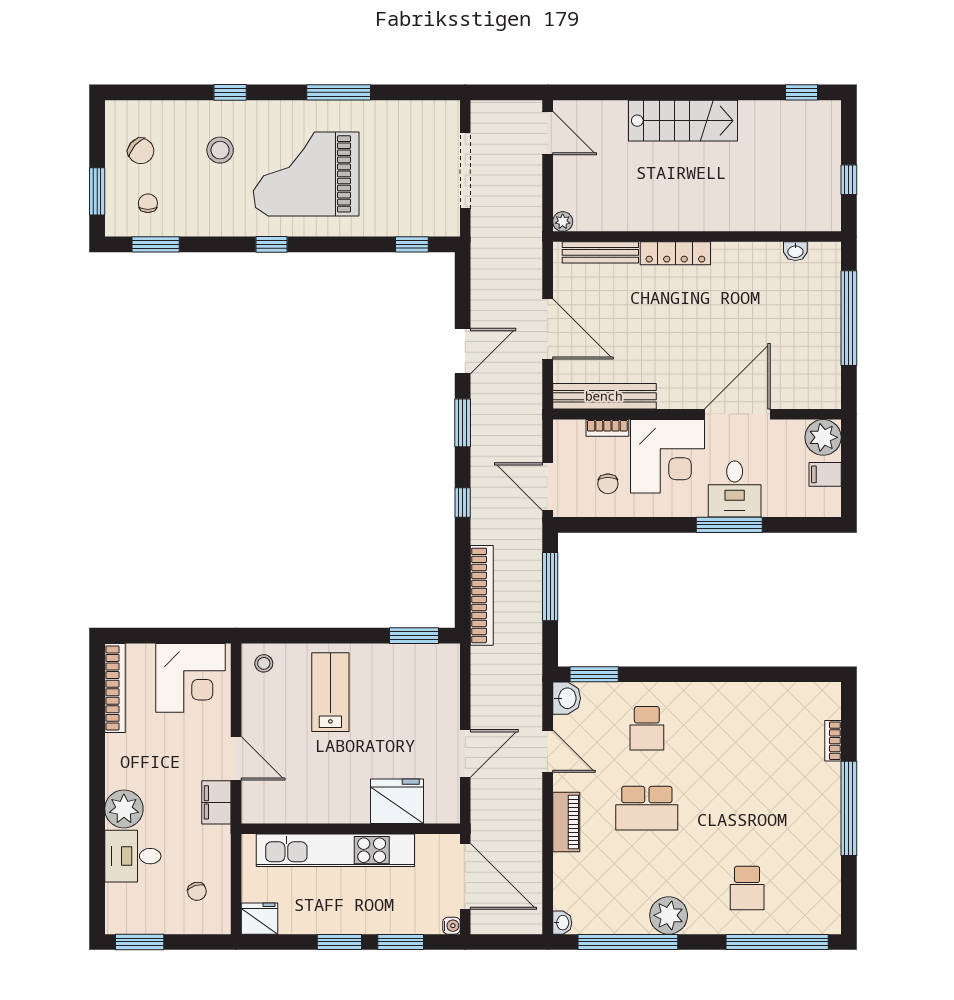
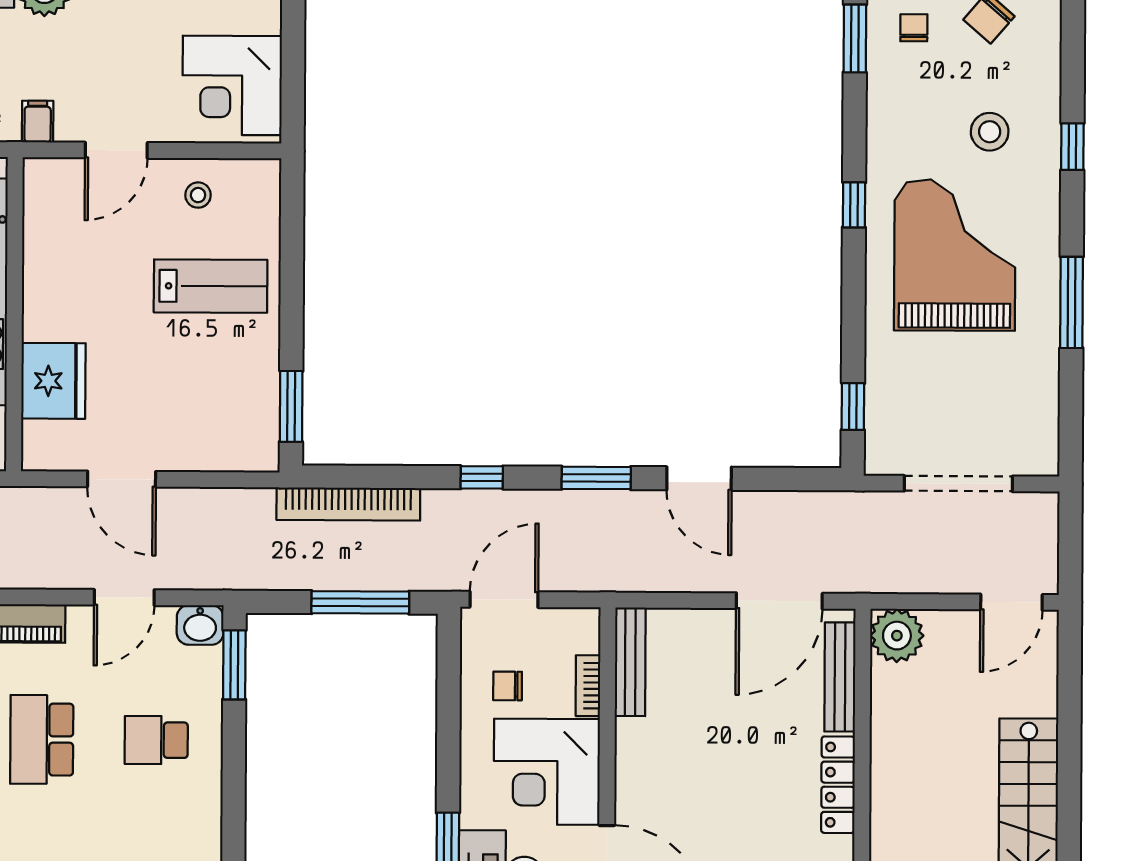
chair: (148, 203) -> (914, 28), turned -90
plant: (563, 222) -> (897, 636), width x1.88, depth x1.88
door: (548, 329) -> (779, 601), moved
bench: (604, 396) -> (630, 662), width x0.73, depth x0.82
stool: (264, 663) -> (198, 195), moved
filing cabinet: (216, 802) -> (38, 122), width x0.50

